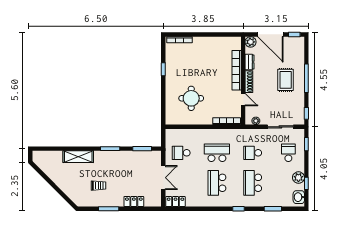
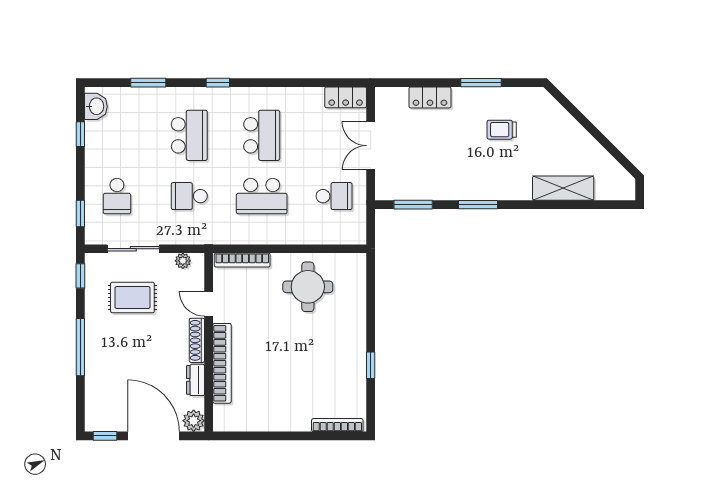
rug: (286, 80) -> (132, 298), moved, turned 90
round table: (191, 98) -> (308, 287), moved
school desk: (253, 153) -> (189, 196), turned 180
shelving: (78, 157) -> (563, 188), moved
plant: (298, 178) -> (97, 146), removed

